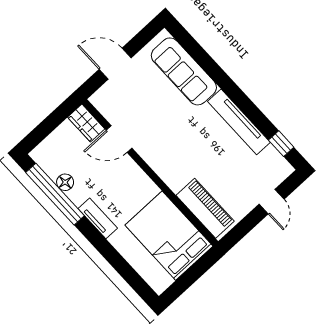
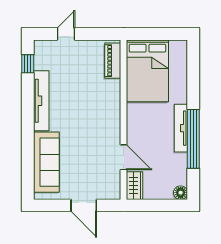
floor lamp: (65, 182) -> (181, 193), moved
window: (55, 194) -> (193, 139), moved
piano: (205, 208) -> (113, 61), width x0.73, depth x0.75
tv unit: (98, 218) -> (181, 128), width x1.41

